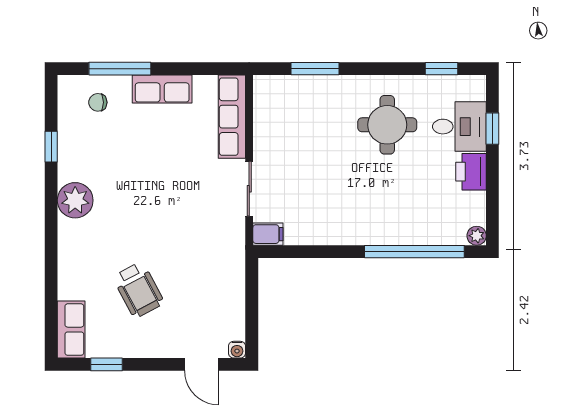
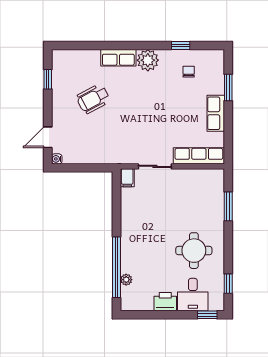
window: (120, 69) -> (228, 87), width x0.69
chair: (98, 102) -> (189, 72), moved
window: (492, 129) -> (207, 315), moved
plant: (477, 236) -> (126, 280), moved
row of seats: (71, 330) -> (118, 58), moved

